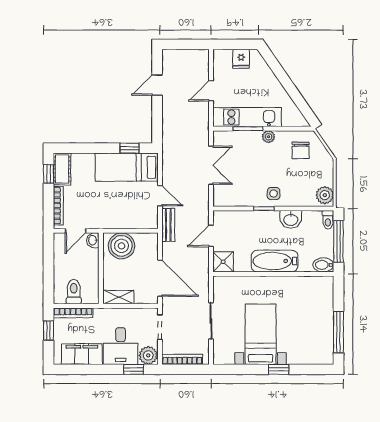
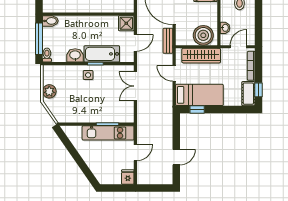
fridge: (241, 59) -> (128, 177), moved
plant: (268, 137) -> (92, 118), removed
chair: (301, 150) -> (68, 108), removed
double door: (211, 165) -> (135, 86), moved
plant: (325, 195) -> (49, 91), moved
wardrobe: (124, 219) -> (201, 56), added
bench: (168, 225) -> (168, 41), moved
washbasin: (93, 240) -> (225, 28), moved
bathtub: (275, 261) -> (102, 54), moved, turned 180

